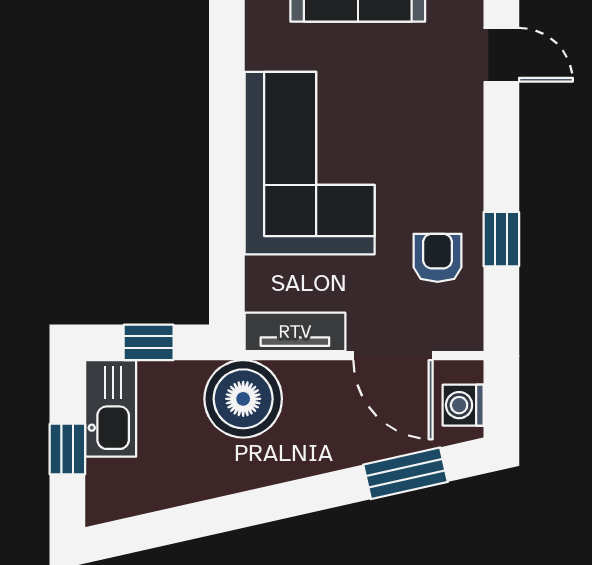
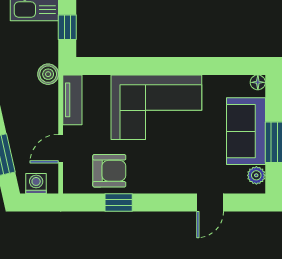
armchair: (438, 258) -> (109, 171), width x1.38, depth x1.38
door: (393, 356) -> (61, 149), width x0.73
boiler: (243, 399) -> (48, 74), width x0.54, depth x0.54

